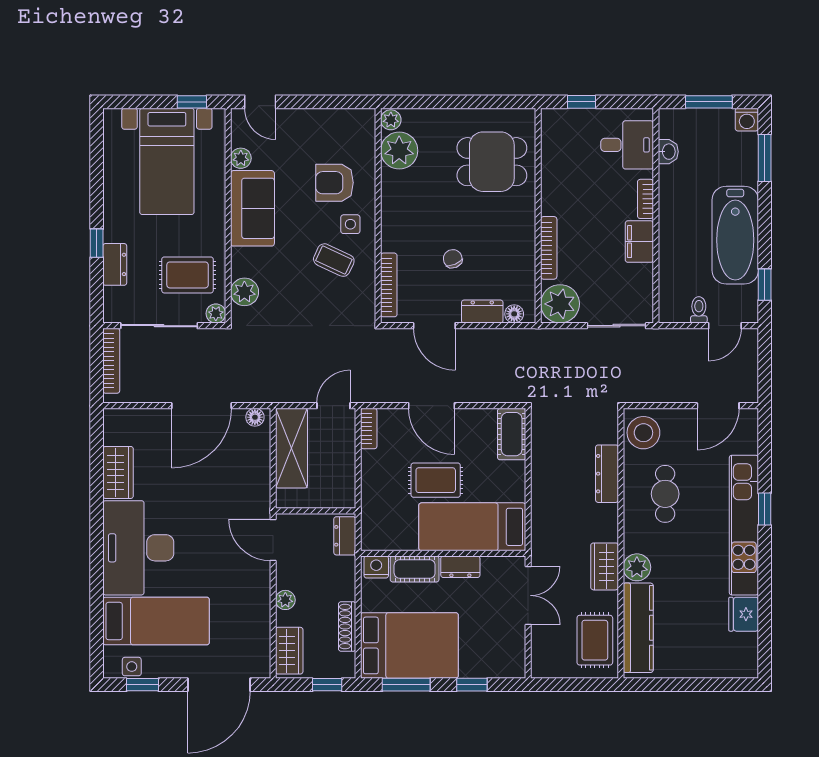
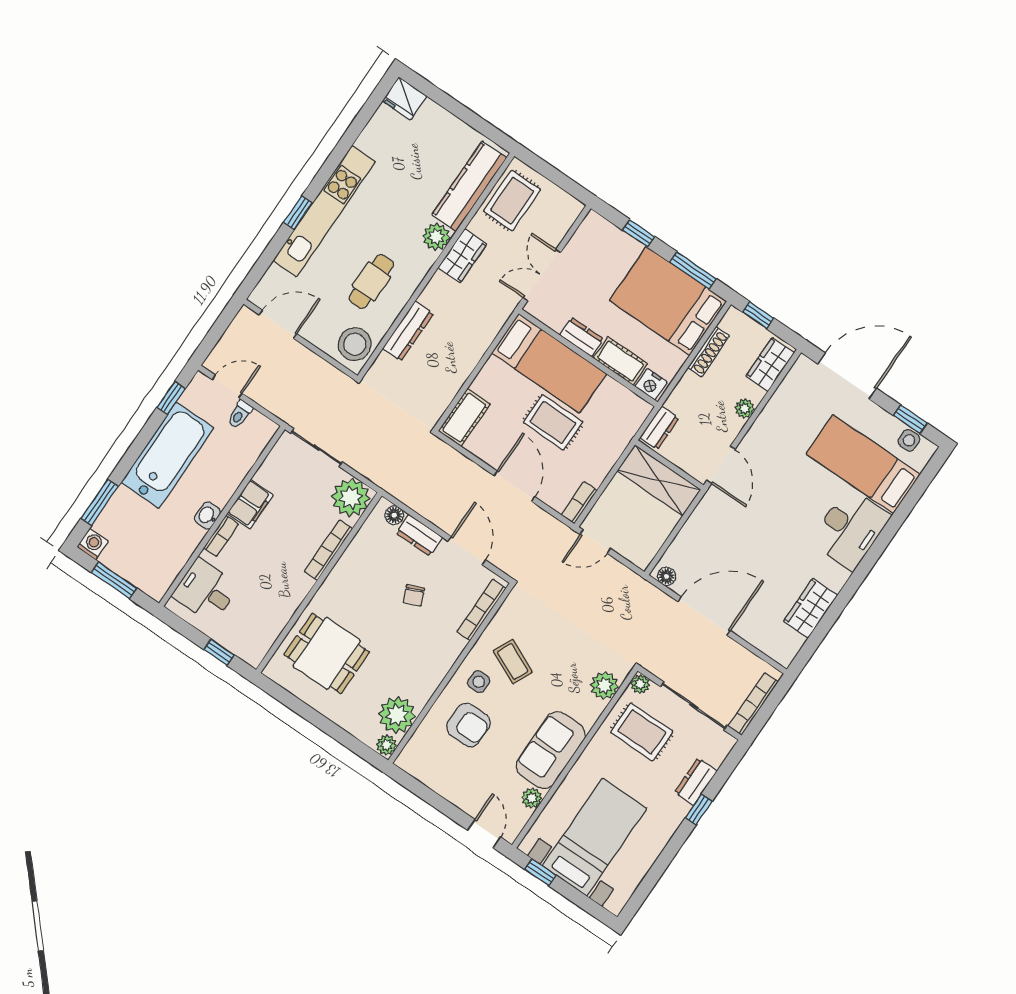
washbasin: (668, 152) -> (207, 516), moved
shelving: (292, 448) -> (659, 480), moved, turned 90
desk: (138, 548) -> (850, 529), width x0.73, depth x0.77
fridge: (744, 614) -> (405, 98), moved, turned 90

